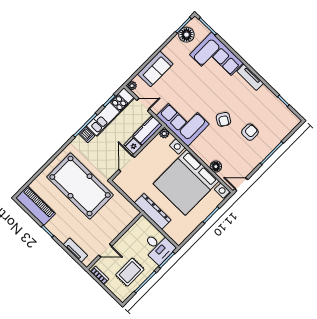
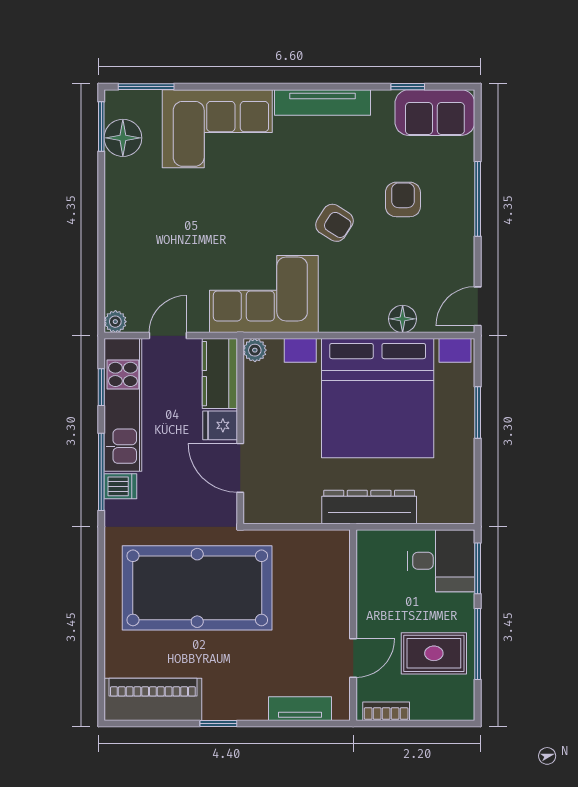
sofa: (155, 69) -> (435, 113), moved, turned 90
tv unit: (250, 77) -> (322, 102), width x1.41
rug: (130, 272) -> (434, 653), turned 90

